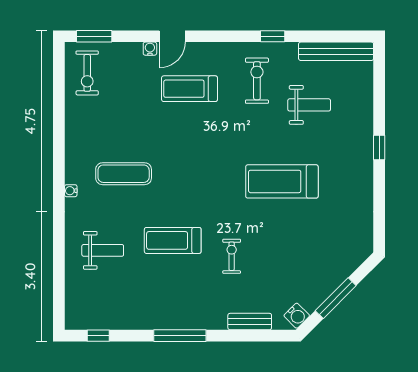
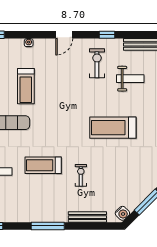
door: (172, 36) -> (64, 35), moved
treadmill: (189, 89) -> (26, 86), moved, turned -90
bench: (250, 322) -> (87, 217), width x1.36

